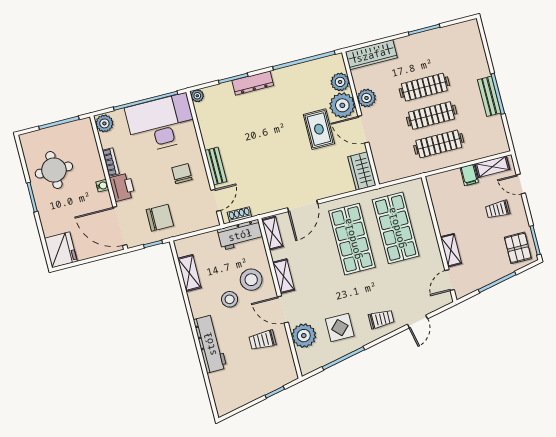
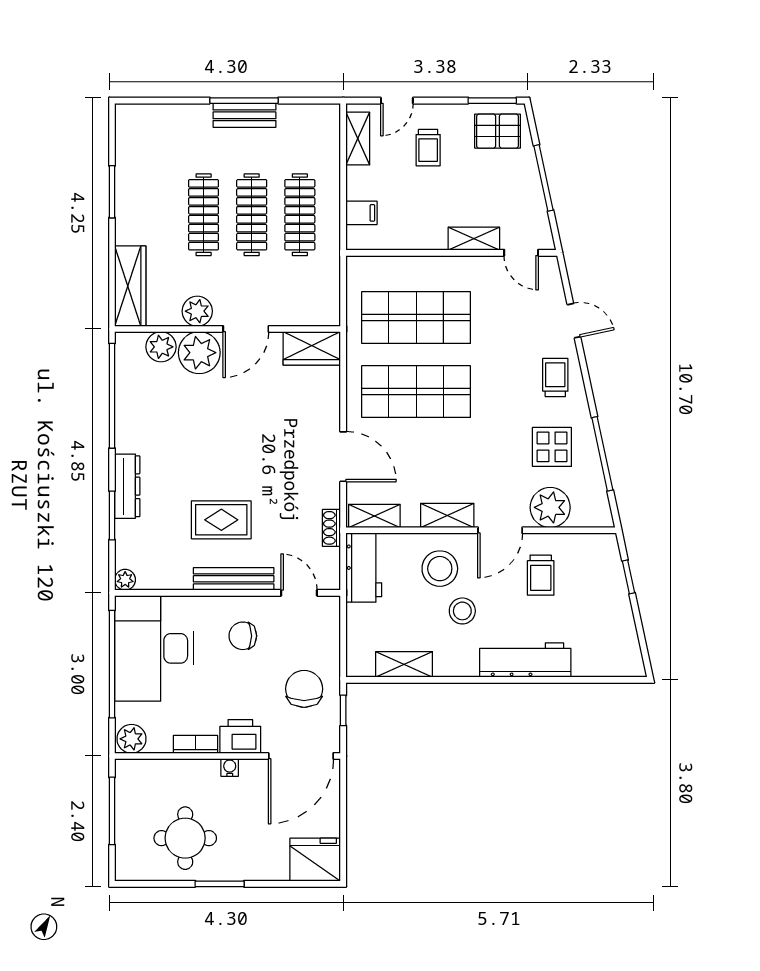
rug: (319, 129) -> (221, 520), moved
bench: (216, 166) -> (234, 579), width x1.36
filing cabinet: (469, 175) -> (361, 213), moved
shoe rack: (239, 215) -> (331, 528), moved

